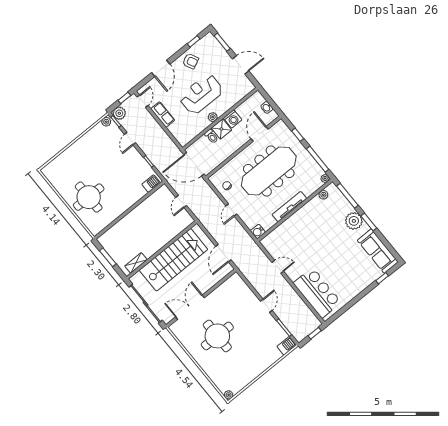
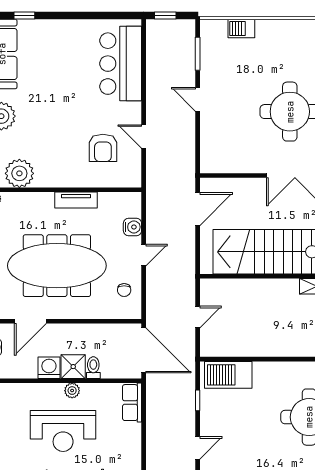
row of seats: (163, 115) -> (132, 403), moved
barbecue: (151, 184) -> (228, 375), width x1.88, depth x1.53
plant: (323, 195) -> (19, 173), width x1.88, depth x1.88
tv unit: (289, 207) -> (76, 200), width x0.71
water cooler: (258, 232) -> (132, 227), moved
armchair: (293, 245) -> (103, 148), added
door: (266, 306) -> (198, 99), hinge flipped
barbecue: (287, 346) -> (241, 28), moved

